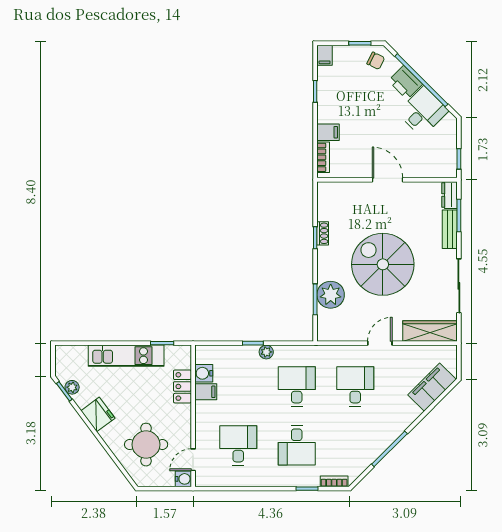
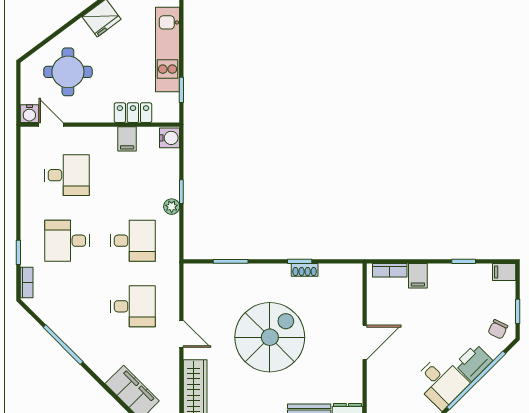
plant: (331, 295) -> (236, 279), removed
water cooler: (204, 373) -> (170, 138), moved, turned 90

